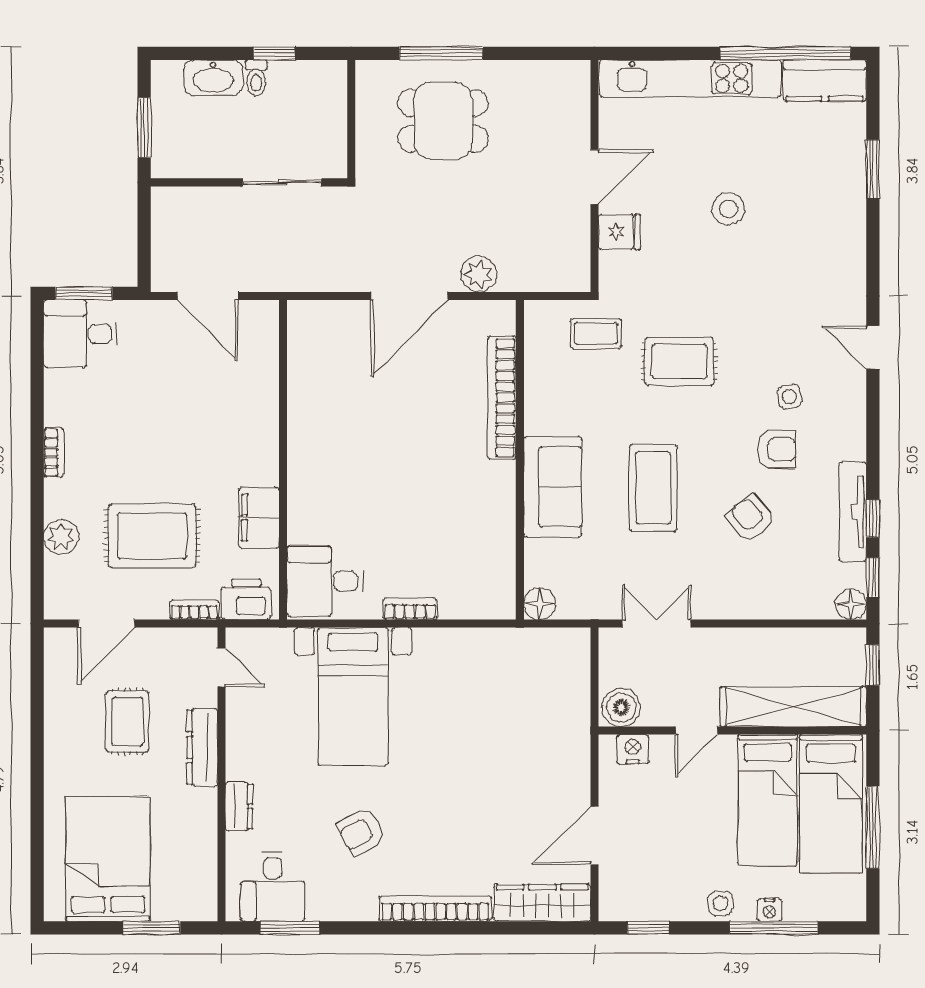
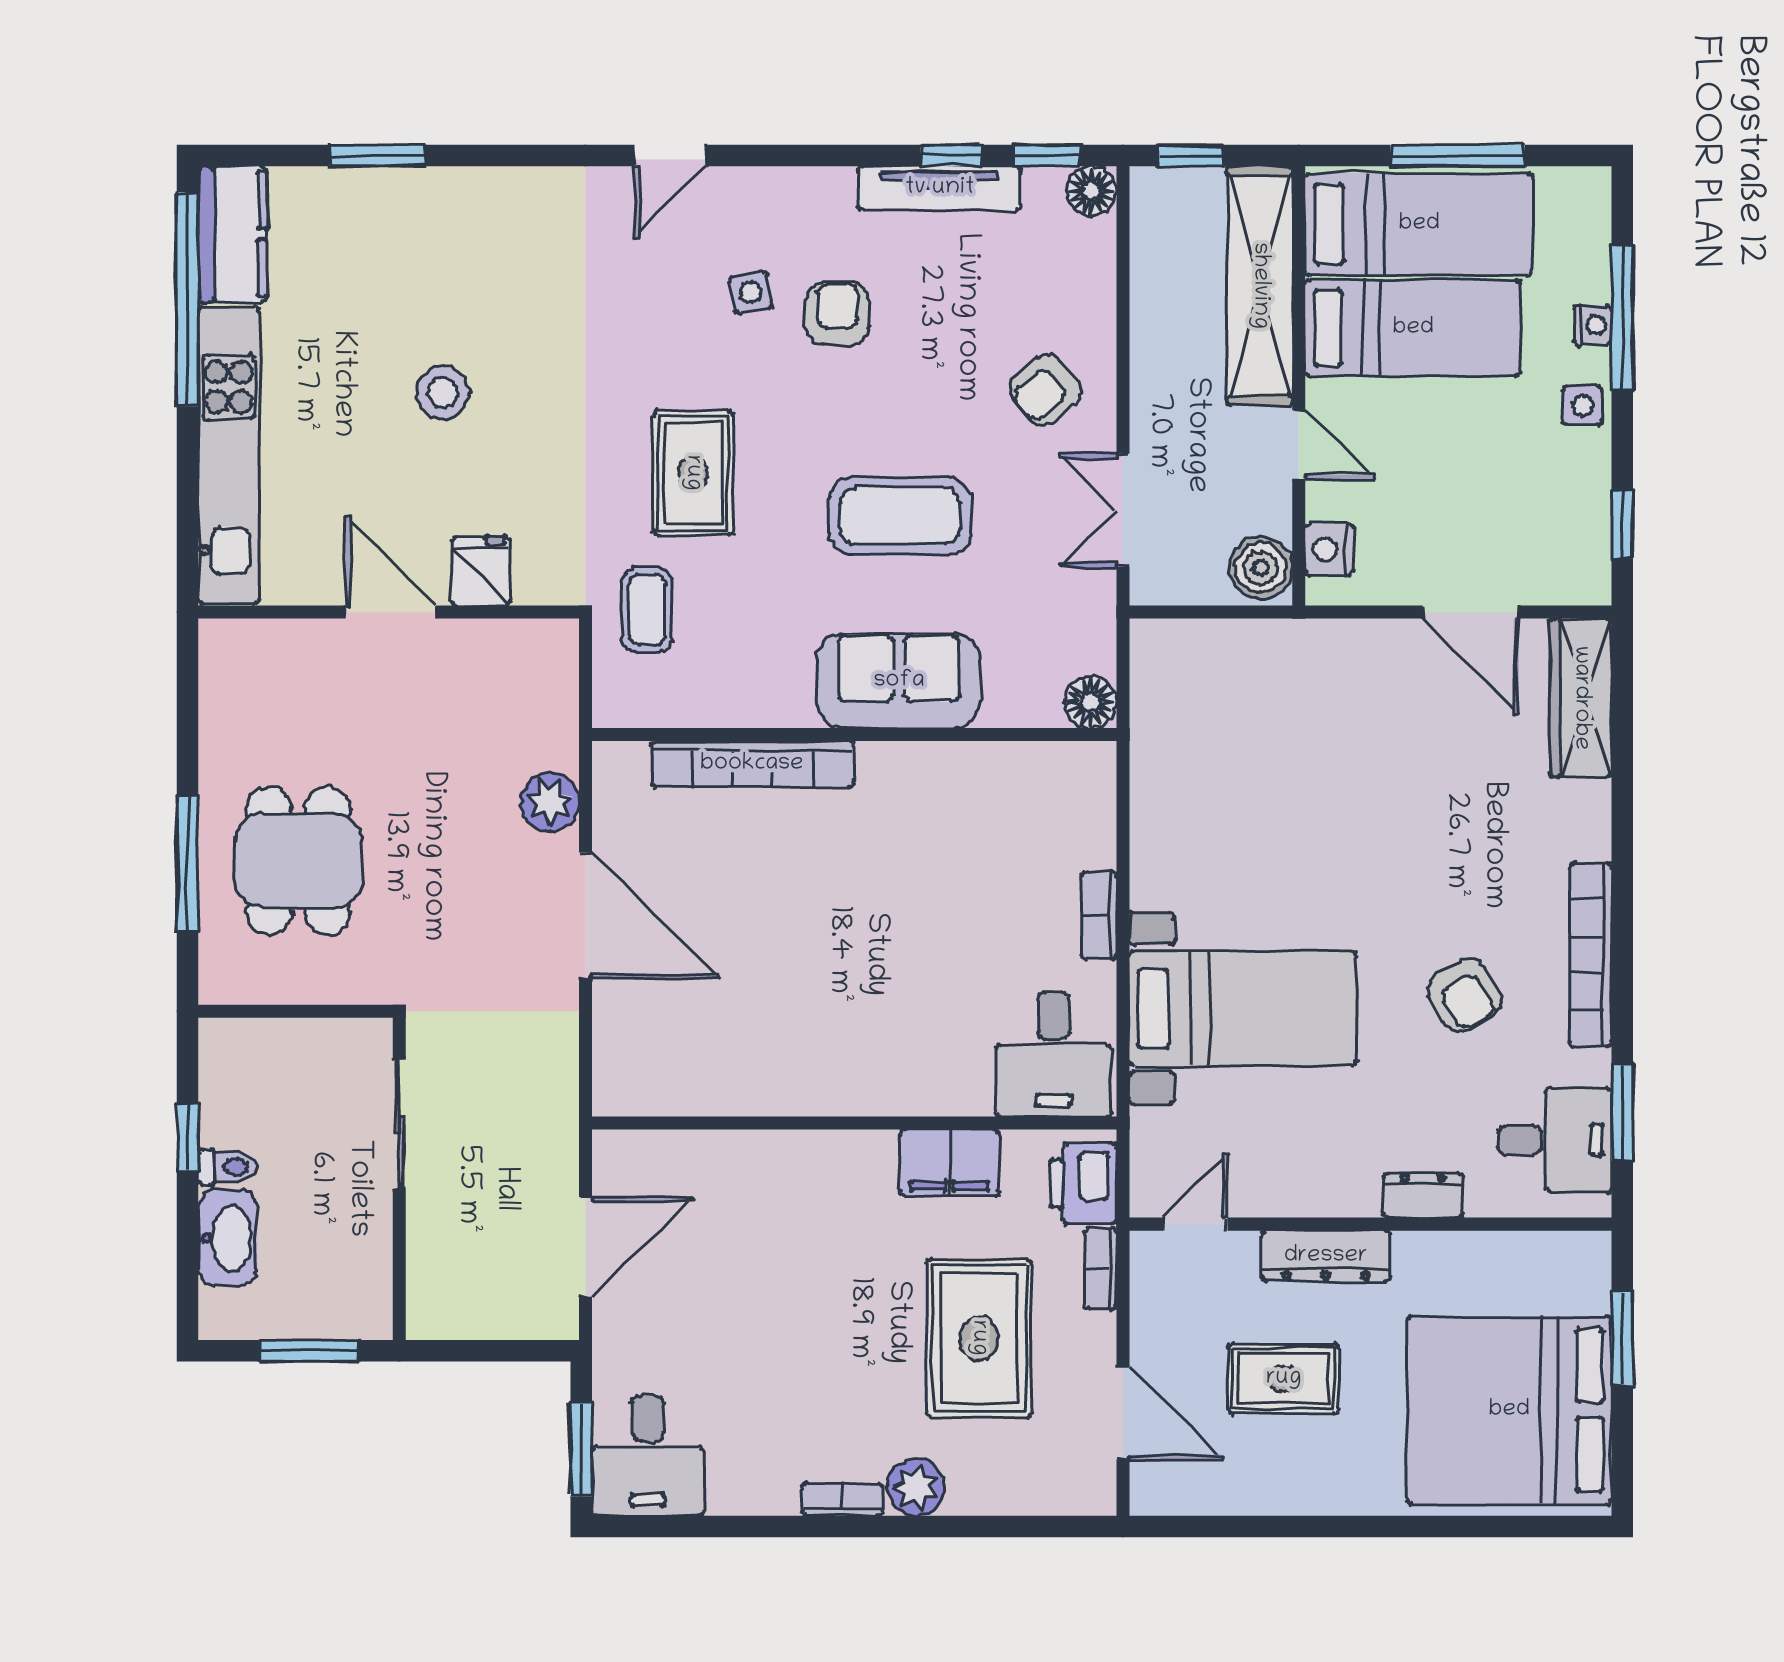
armchair: (751, 518) -> (1046, 390), moved
plant: (61, 537) -> (916, 1487), moved
bed: (108, 859) -> (1509, 1410), width x1.36
bookcase: (435, 909) -> (1591, 955), moved

